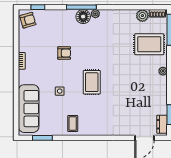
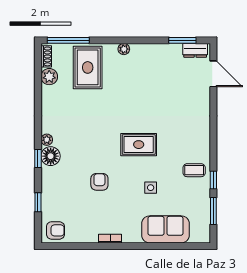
window: (38, 7) -> (38, 202), moved
window: (81, 7) -> (38, 159), width x0.46
armchair: (28, 20) -> (55, 230), turned 106
sofa: (29, 109) -> (165, 229), width x0.73
window: (65, 138) -> (213, 180), added

